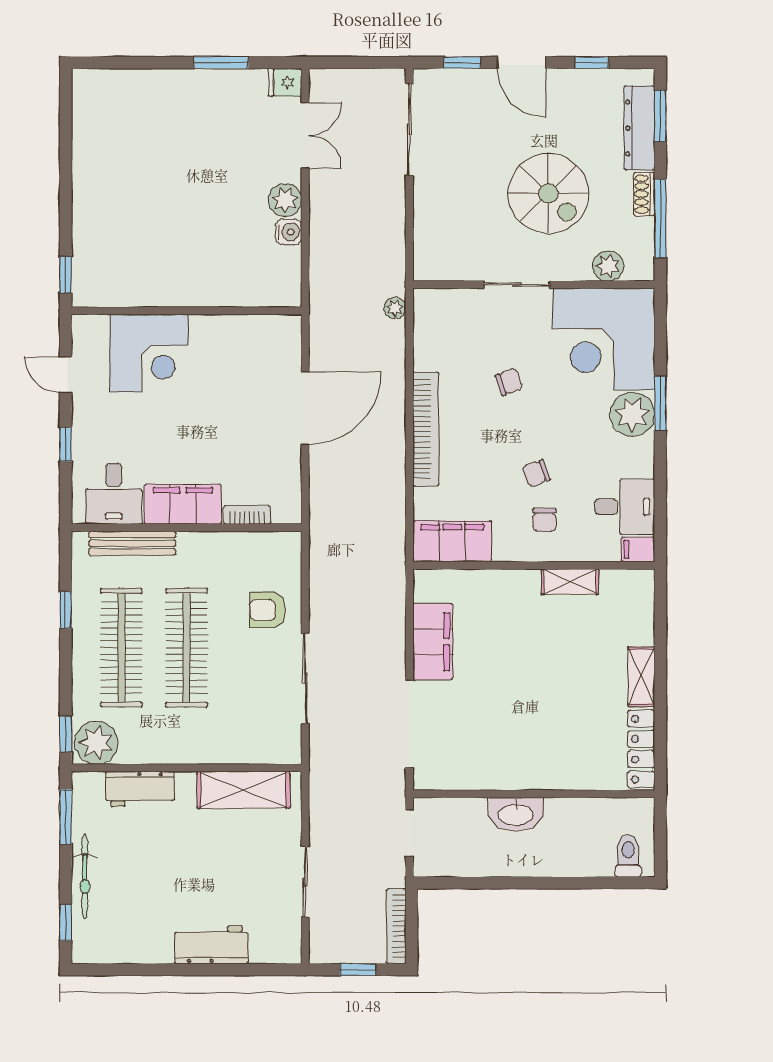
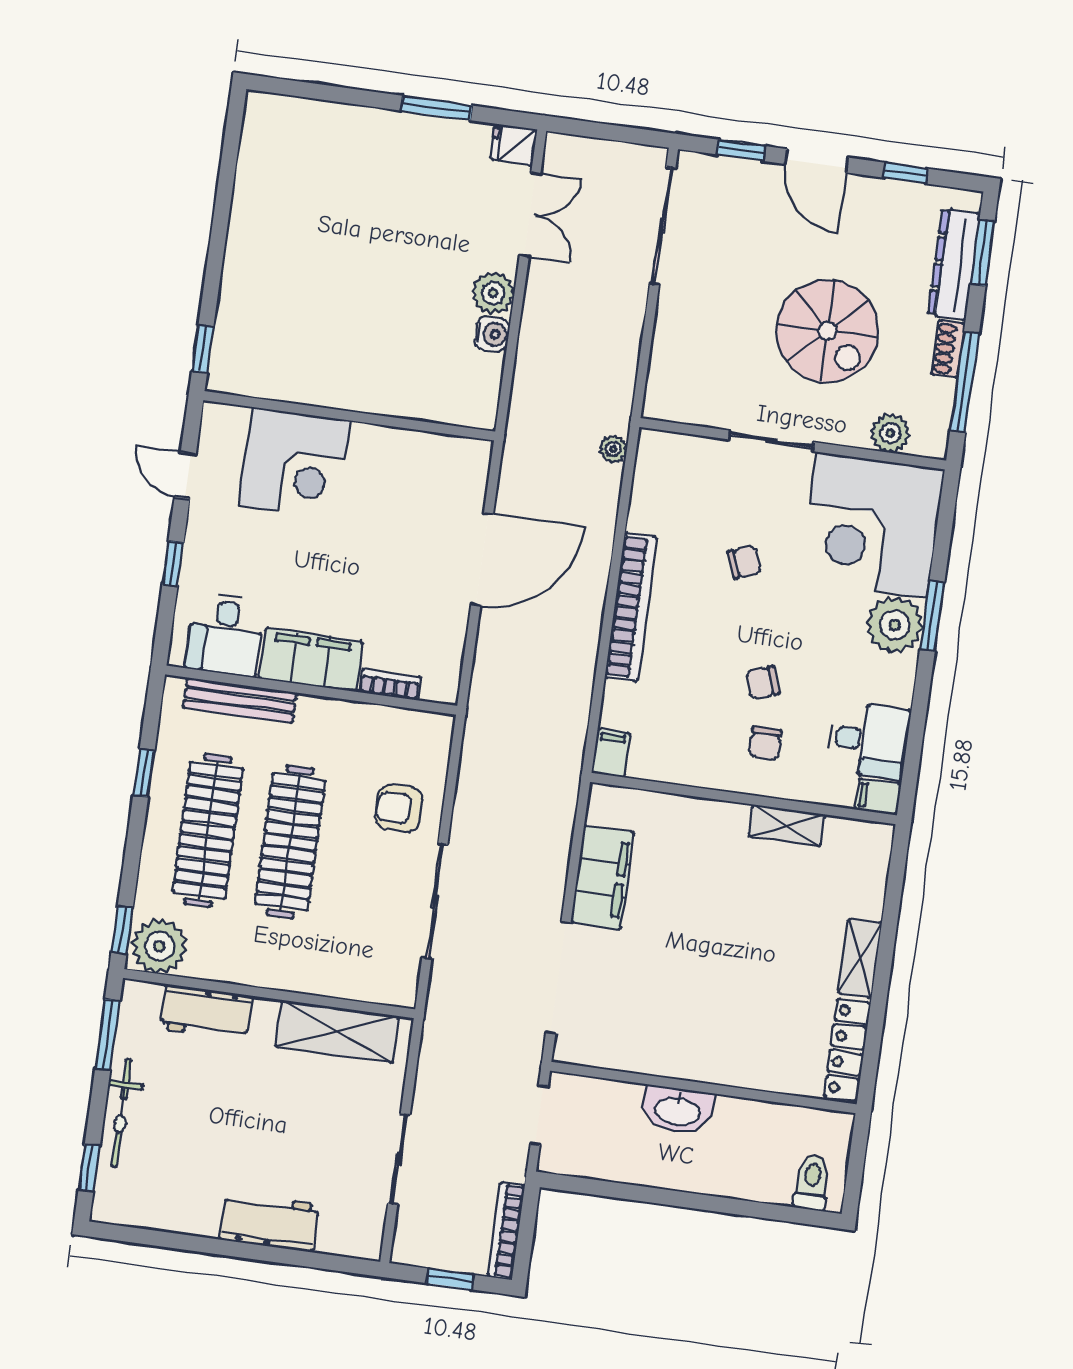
filing cabinet: (452, 541) -> (611, 753), width x0.33, depth x0.86

